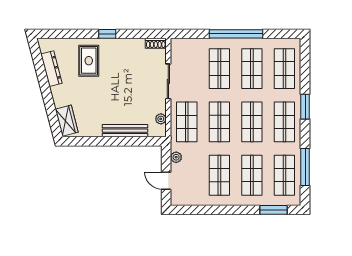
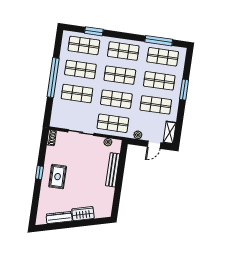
rug: (89, 61) -> (58, 177), moved, turned 90
window: (305, 107) -> (94, 31), moved
wardrobe: (67, 121) -> (83, 214), moved
shelving: (185, 199) -> (170, 133), added
window: (274, 210) -> (184, 90), moved

